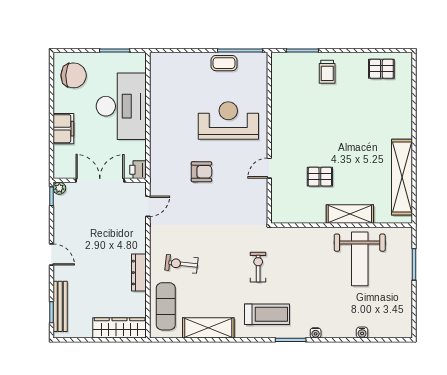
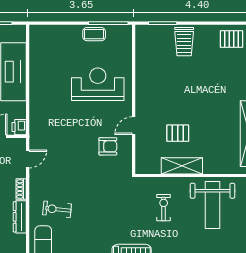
trolley: (327, 72) -> (184, 42), width x1.36, depth x1.39
armchair: (201, 172) -> (108, 146), moved
shelving: (350, 214) -> (182, 166), moved
shoe rack: (140, 241) -> (21, 189), added
exercise bike: (258, 267) -> (164, 208), moved

